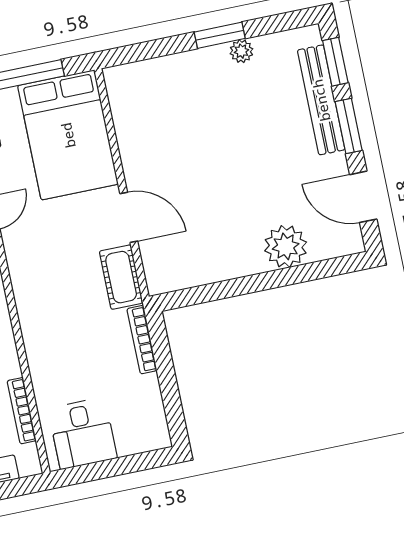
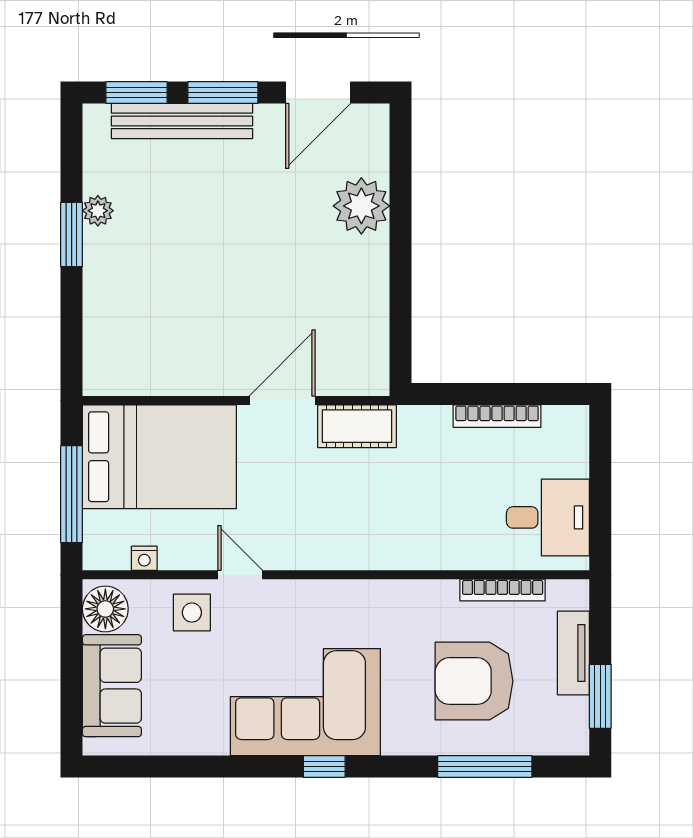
bookcase: (142, 340) -> (497, 416), moved

